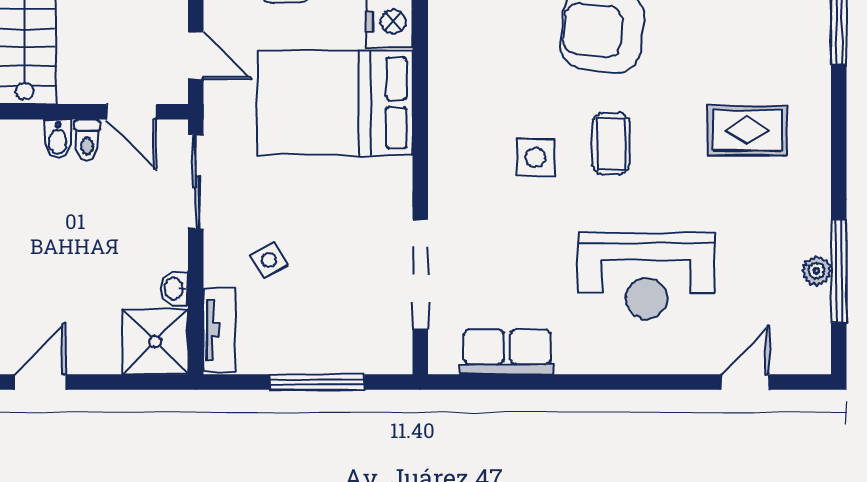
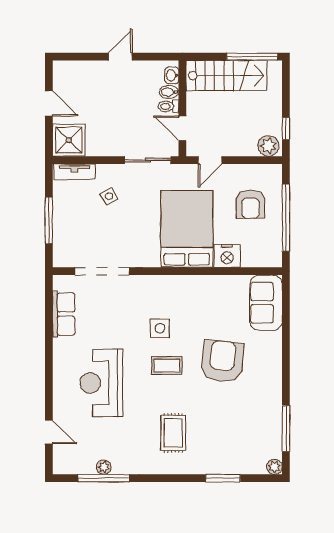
door: (131, 112) -> (182, 128), hinge flipped
washbasin: (174, 289) -> (172, 75), moved, turned -90
door: (40, 382) -> (49, 103), moved

